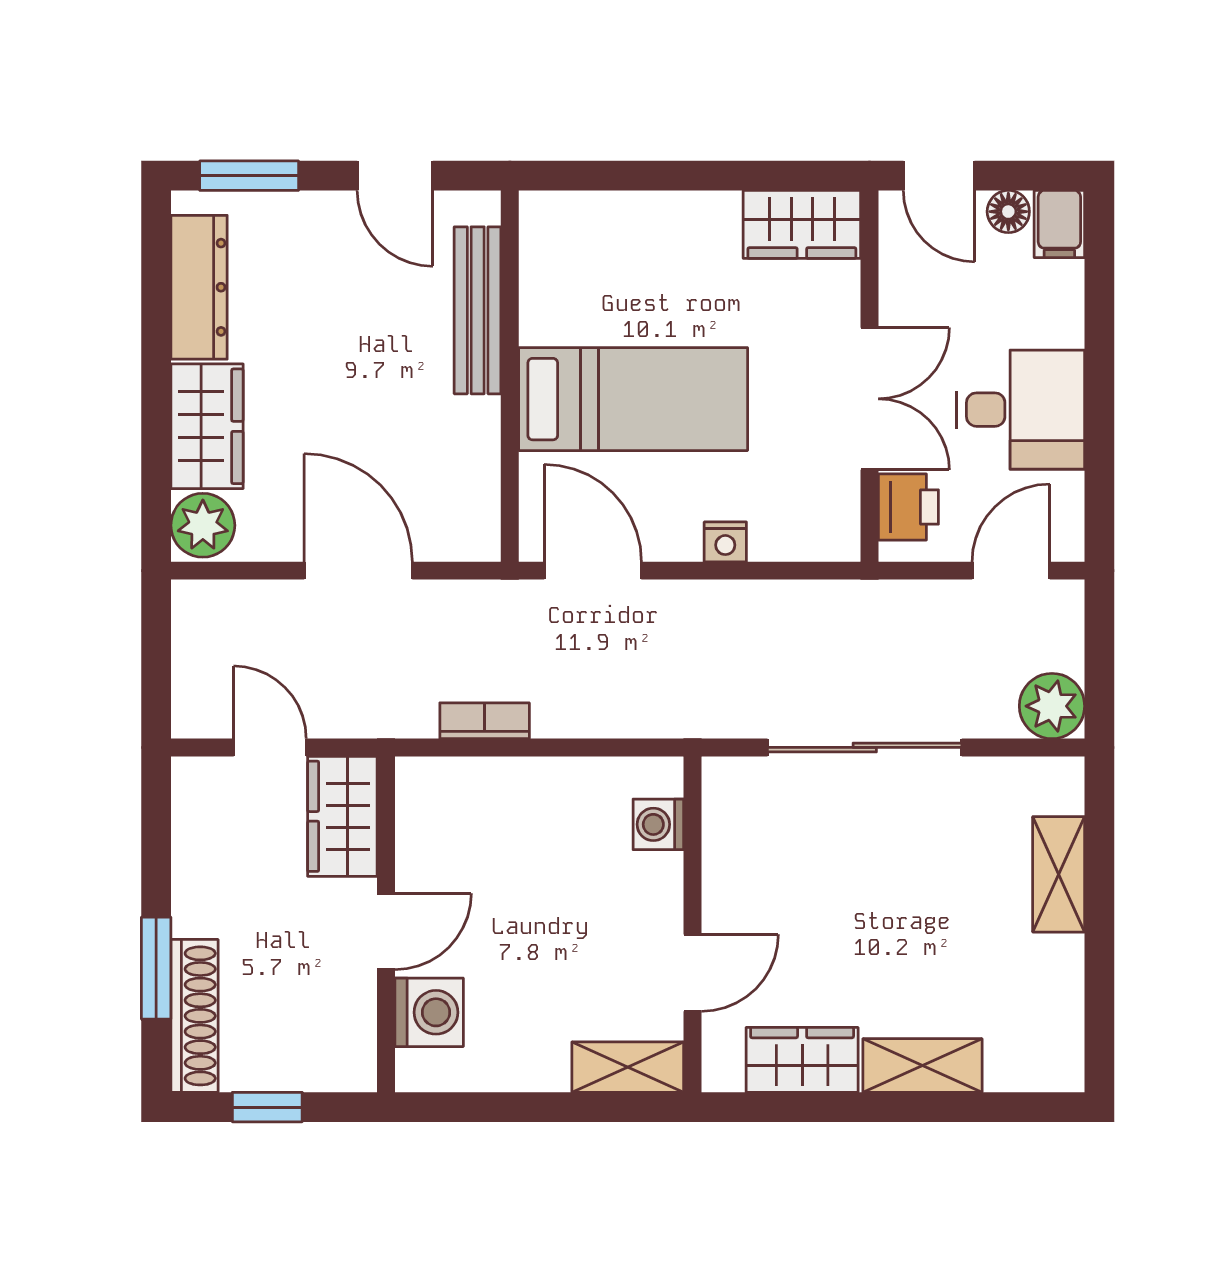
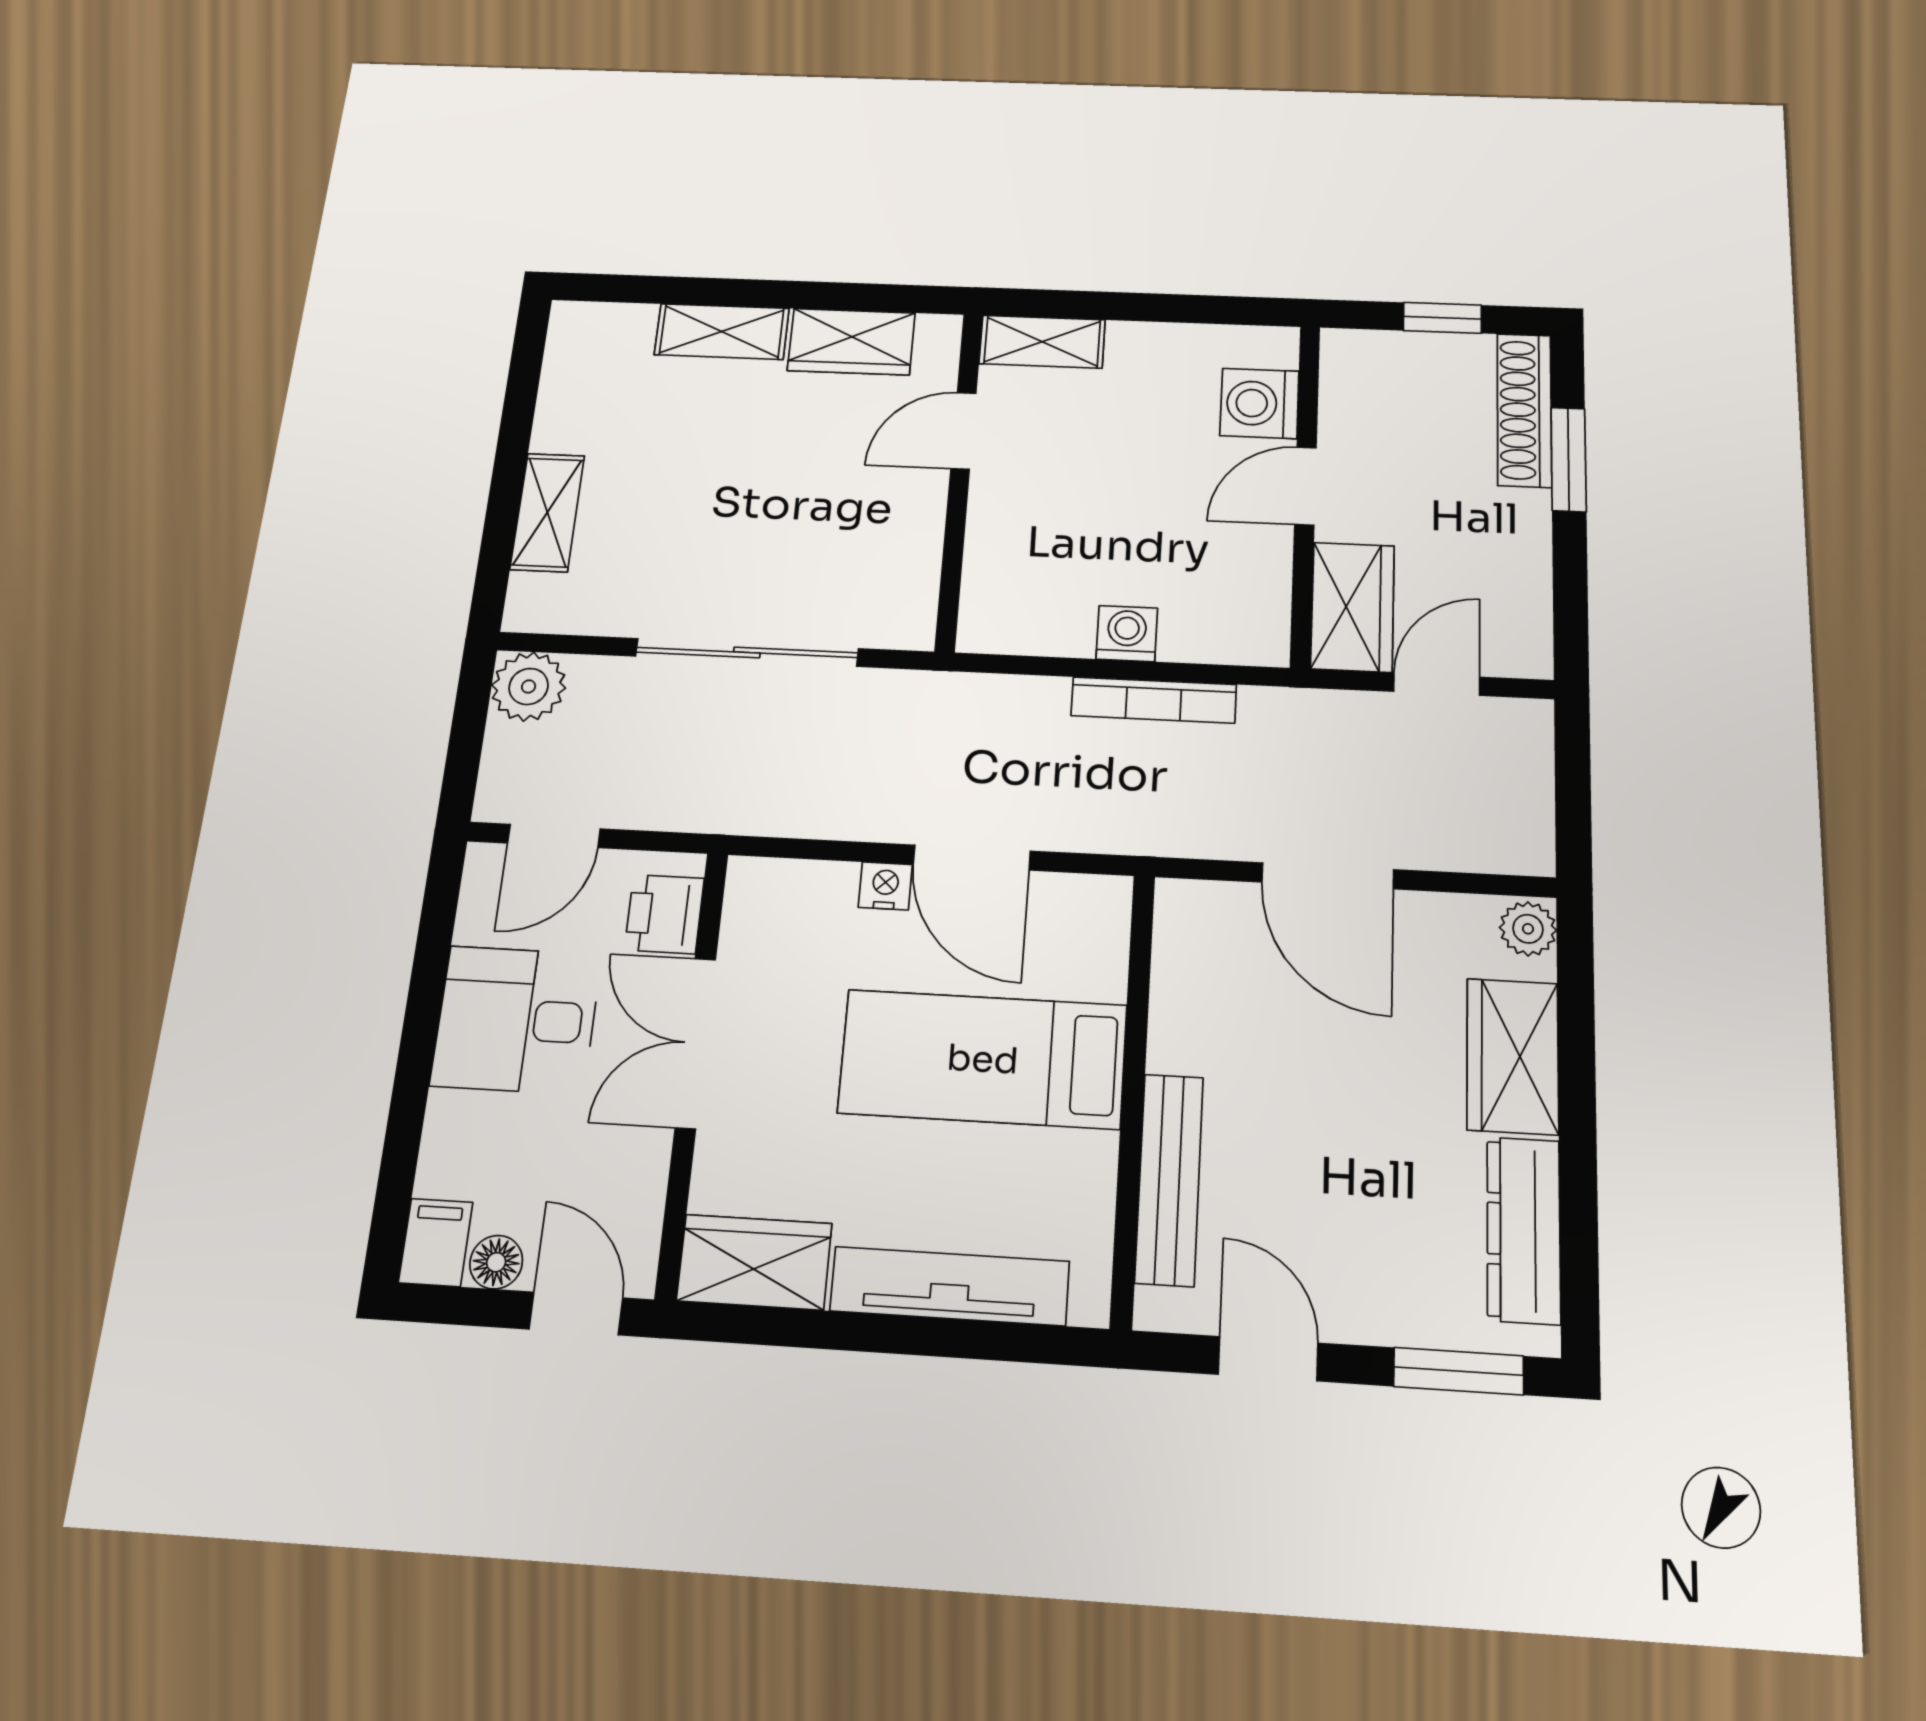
tv unit: (646, 216) -> (950, 1286), added
plant: (203, 525) -> (1528, 929), width x0.73, depth x0.73
door: (593, 571) -> (972, 858), moved
bookcase: (485, 721) -> (1154, 700), width x1.56
door: (270, 747) -> (1437, 684), swing flipped
washing machine: (658, 824) -> (1127, 634), moved, turned -90

